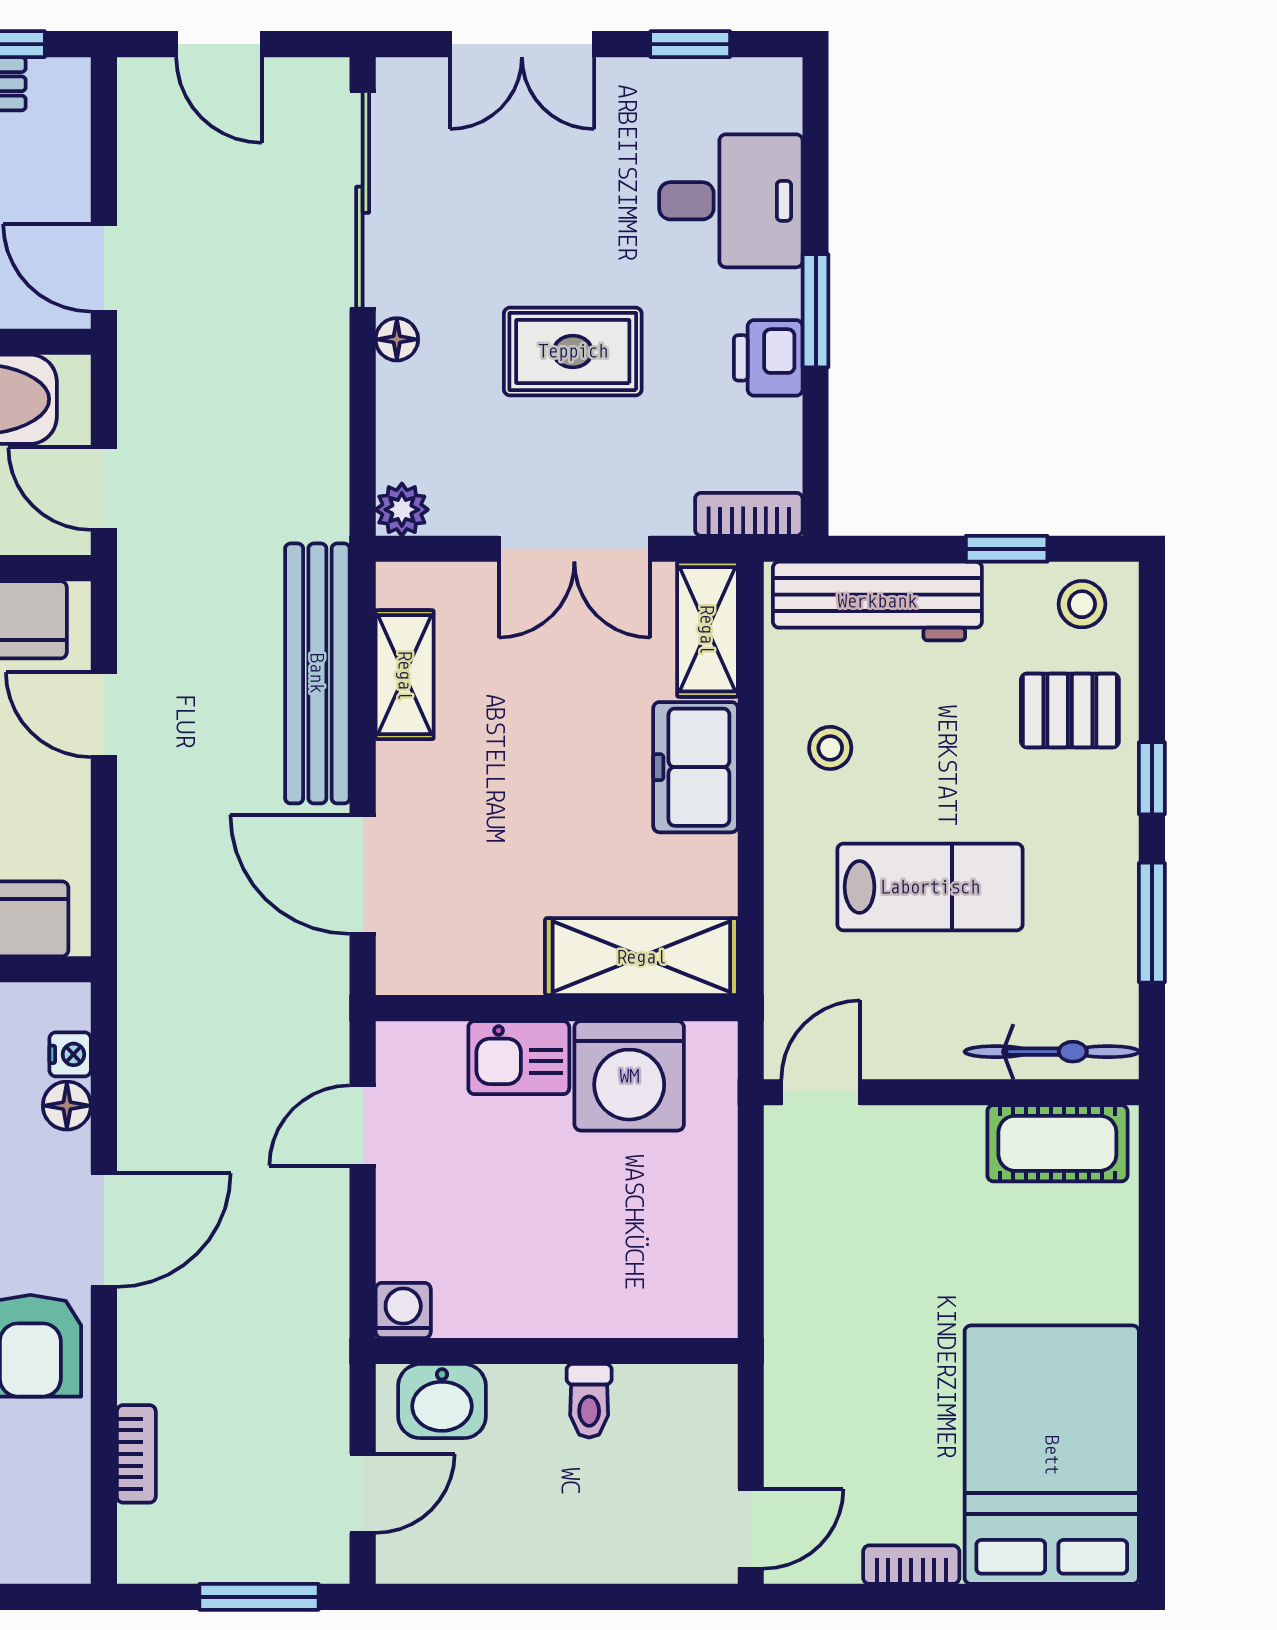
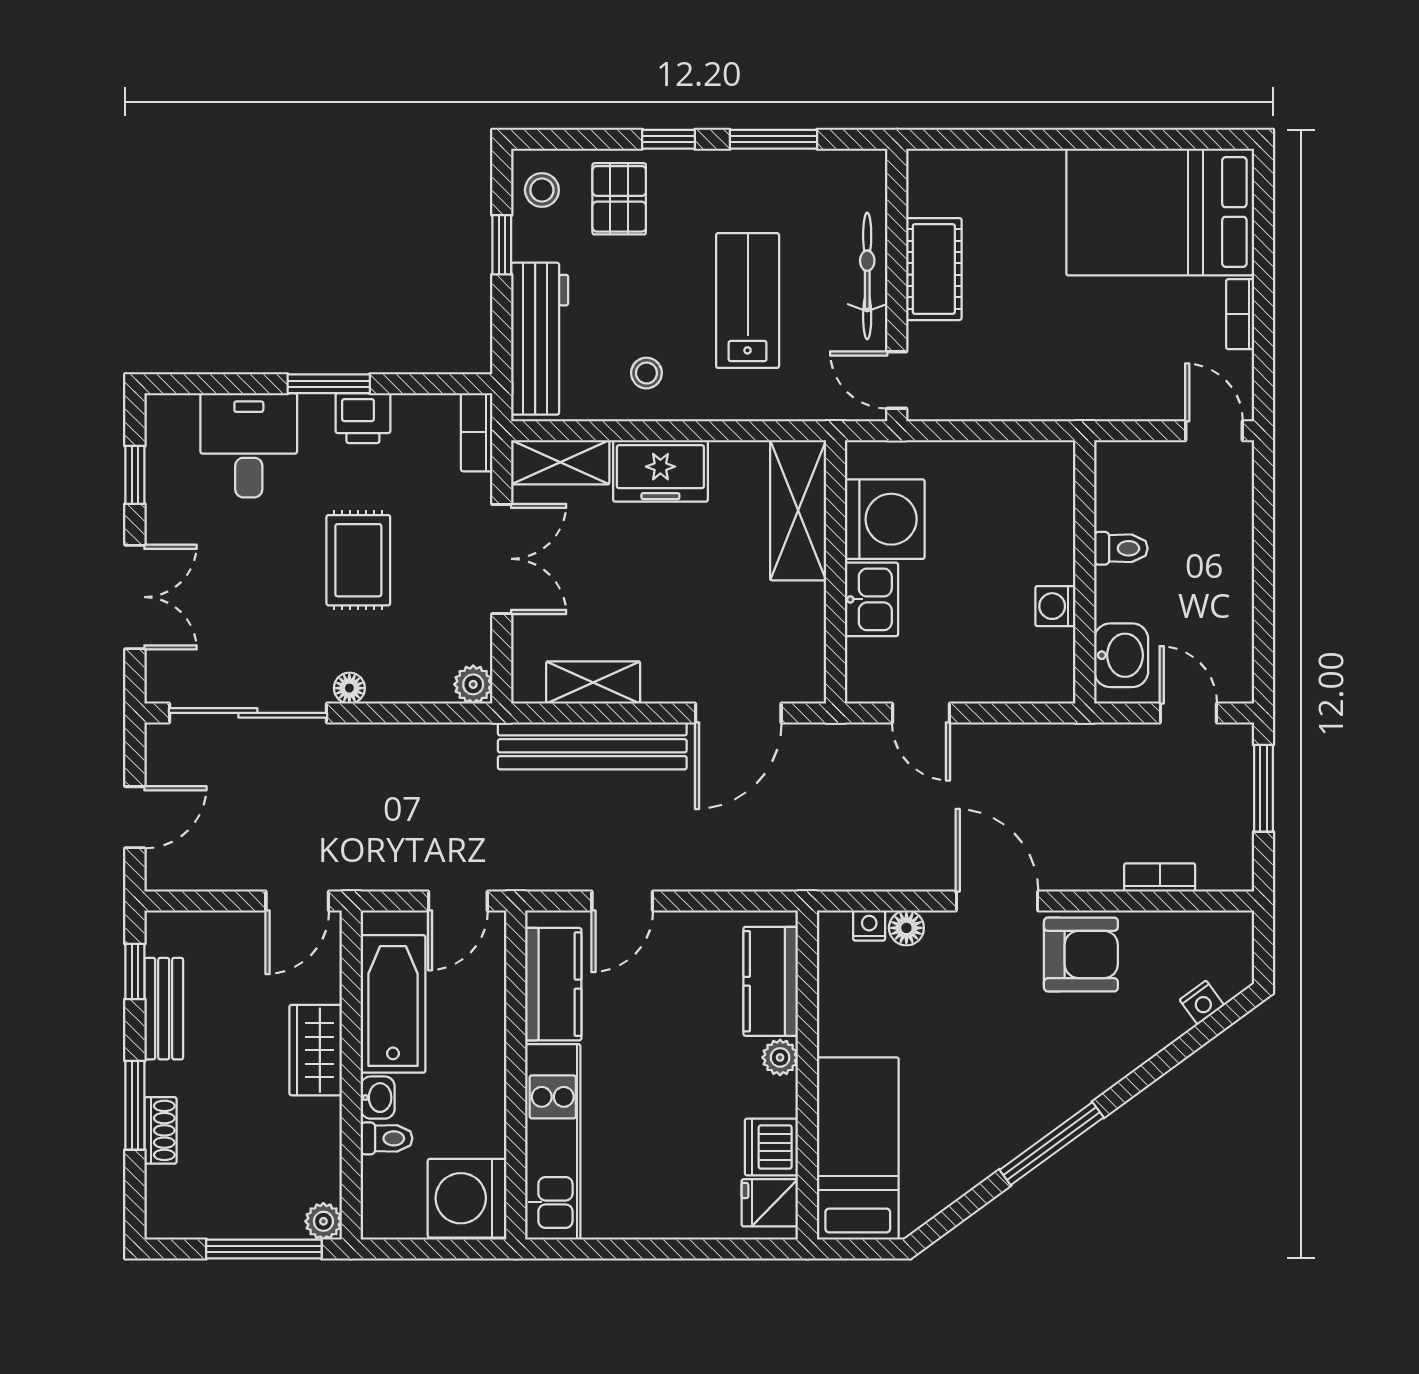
bicycle: (1052, 1052) -> (867, 276), moved
cot: (1057, 1143) -> (934, 269), moved
washing machine: (403, 1310) -> (1055, 606), moved

